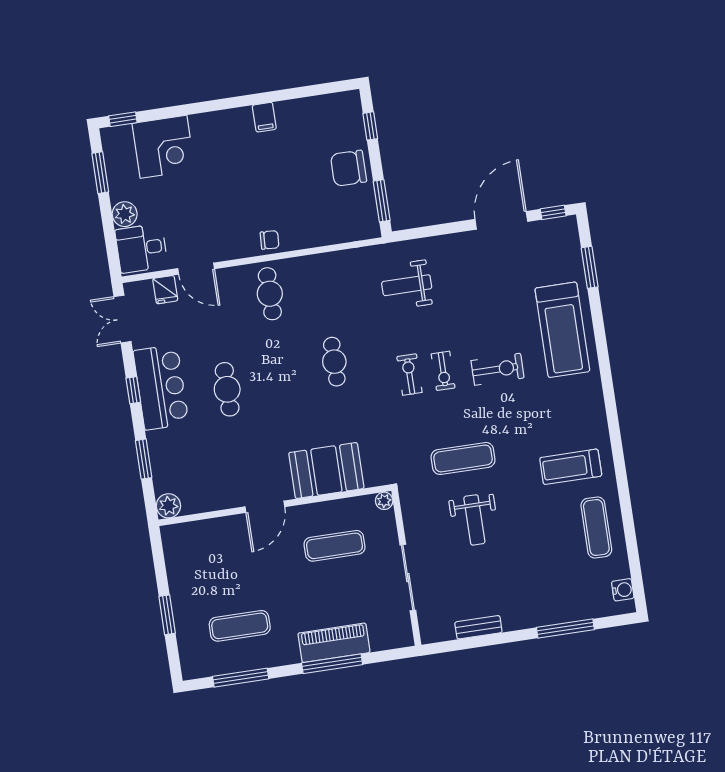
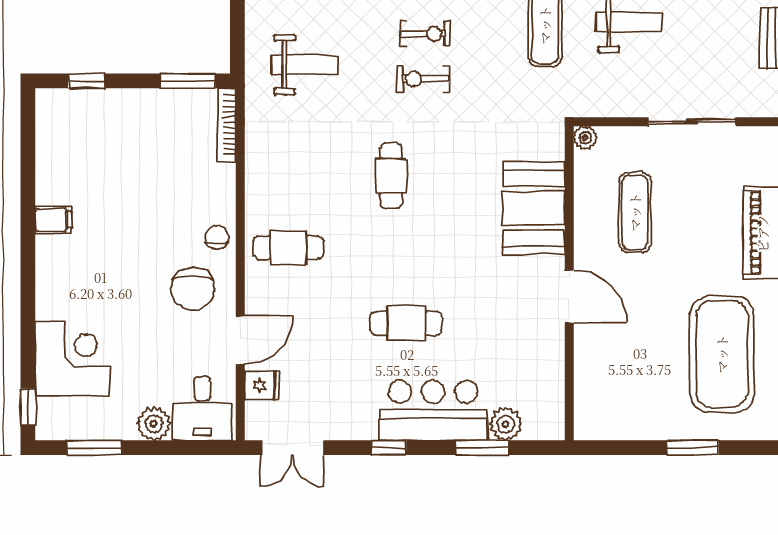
chair: (348, 168) -> (193, 289), moved
bookcase: (354, 234) -> (227, 125), added
weight bench: (407, 285) -> (304, 65), turned -90
cafe table: (334, 362) -> (391, 176), turned 90
bar counter: (161, 387) -> (433, 410), moved
plant: (168, 506) -> (506, 424), moved
exercise mat: (240, 626) -> (722, 354), width x2.00, depth x1.45

